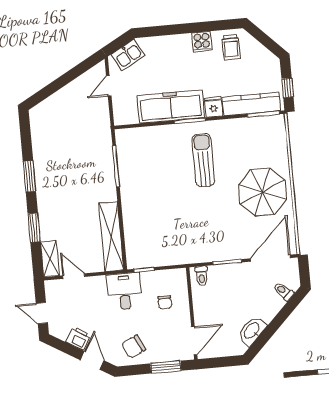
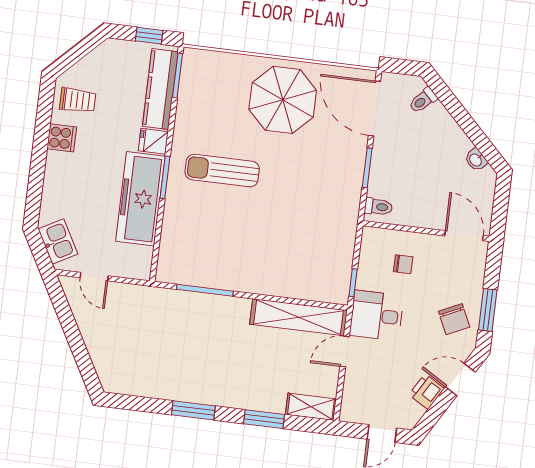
door: (74, 276) -> (345, 351), moved
washbasin: (252, 331) -> (476, 160), width x0.52, depth x0.69
window: (166, 367) -> (488, 310), moved

